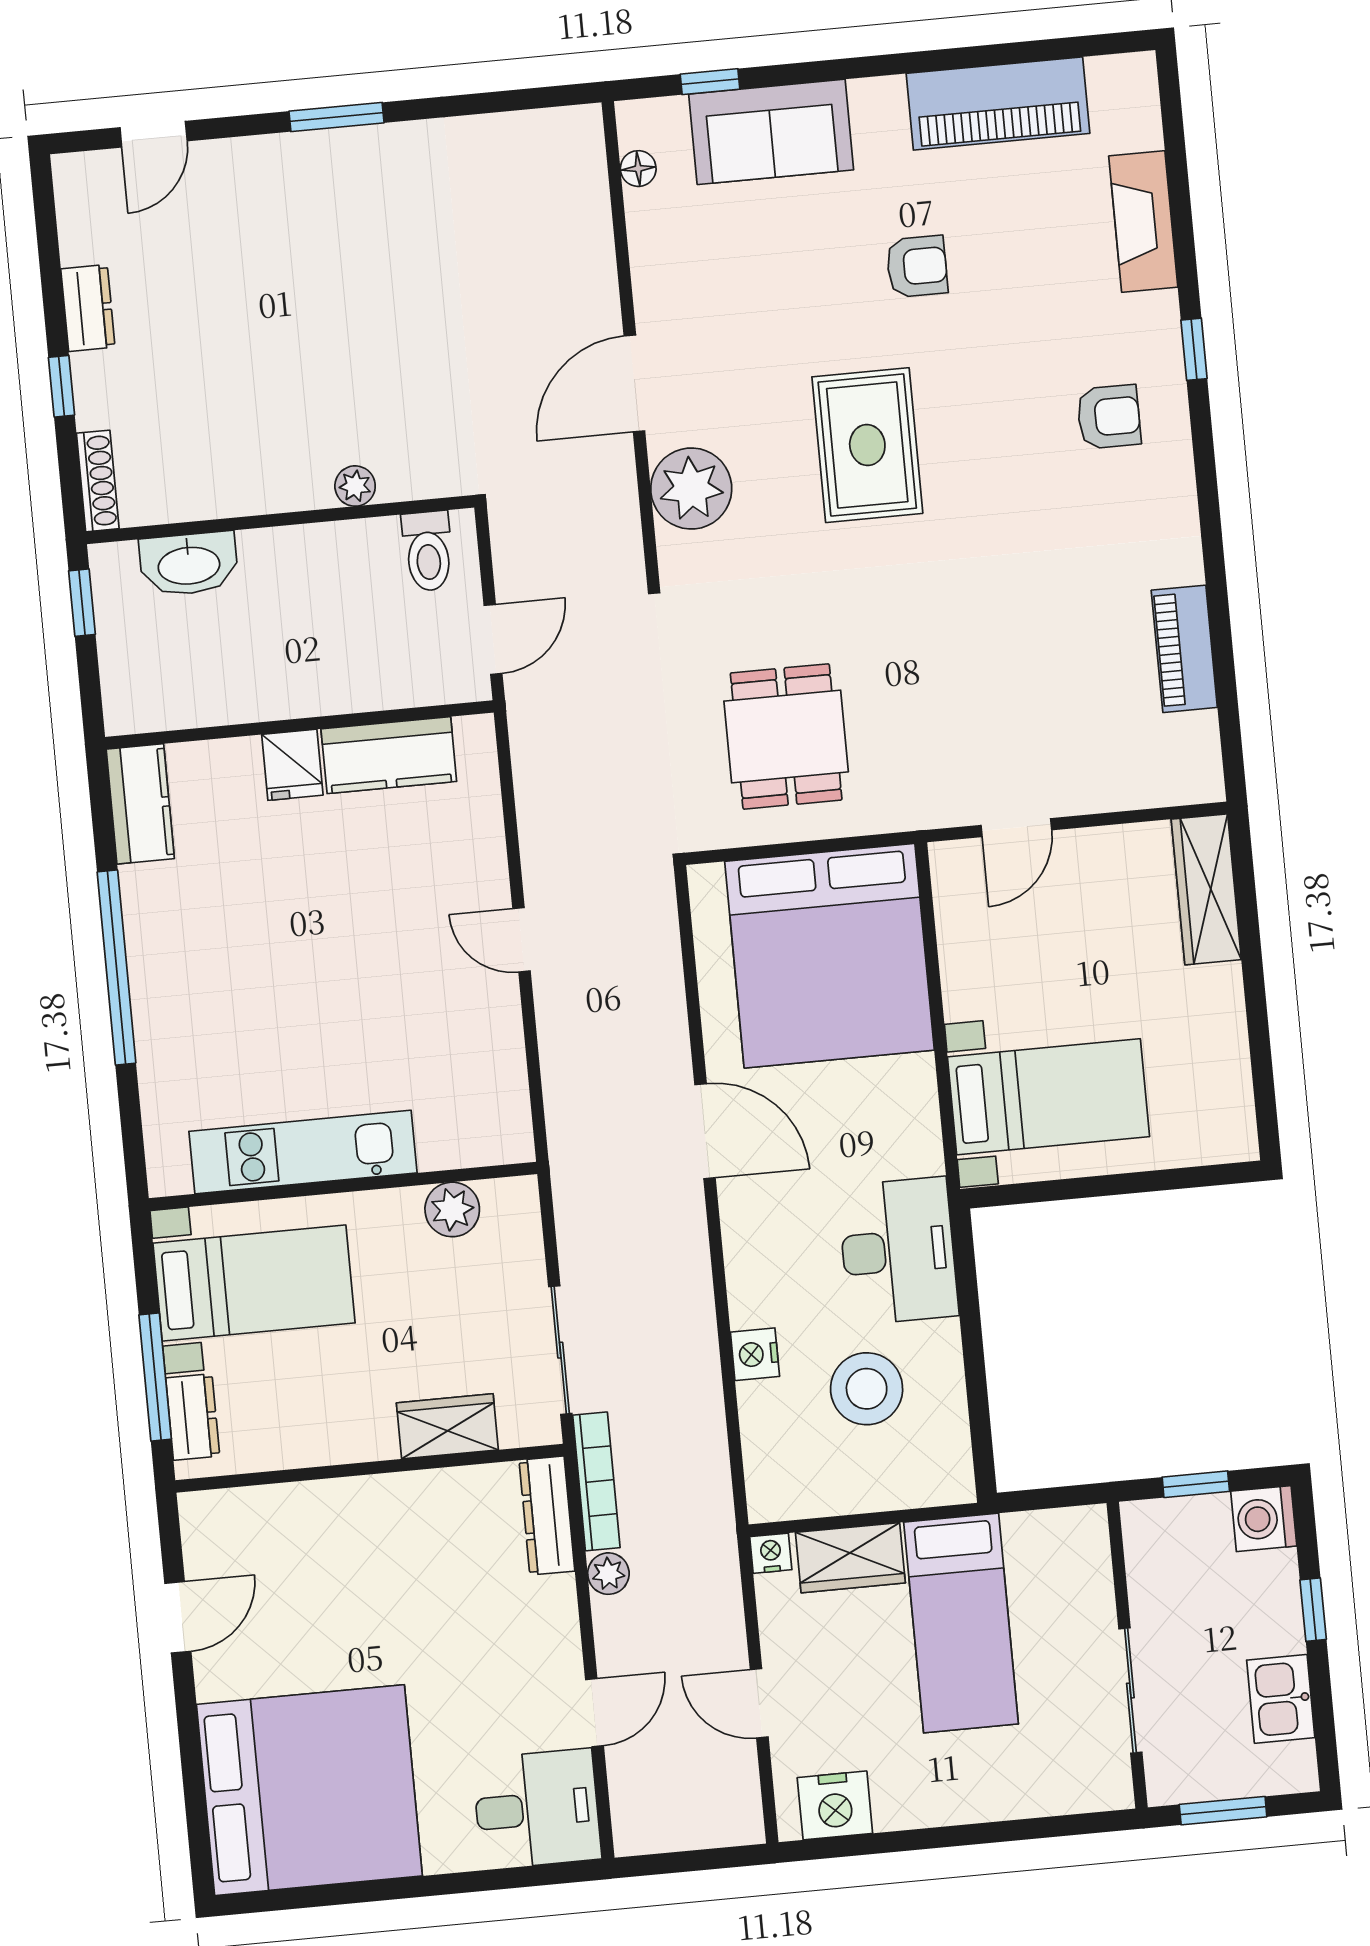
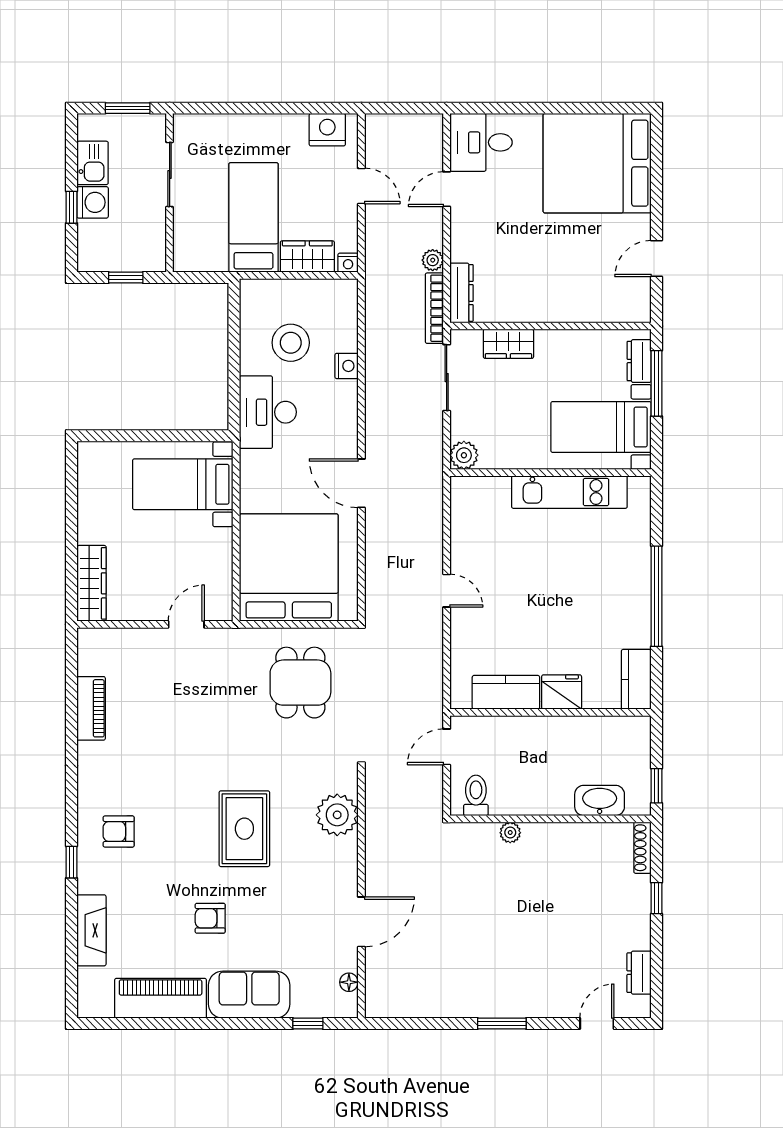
sofa: (771, 132) -> (249, 995), moved
dresser: (88, 308) -> (639, 973), moved
door: (634, 383) -> (361, 922), moved
fridge: (292, 765) -> (562, 692), width x1.38
plant: (452, 1209) -> (464, 455), moved
washing machine: (1264, 1519) -> (93, 202), moved

